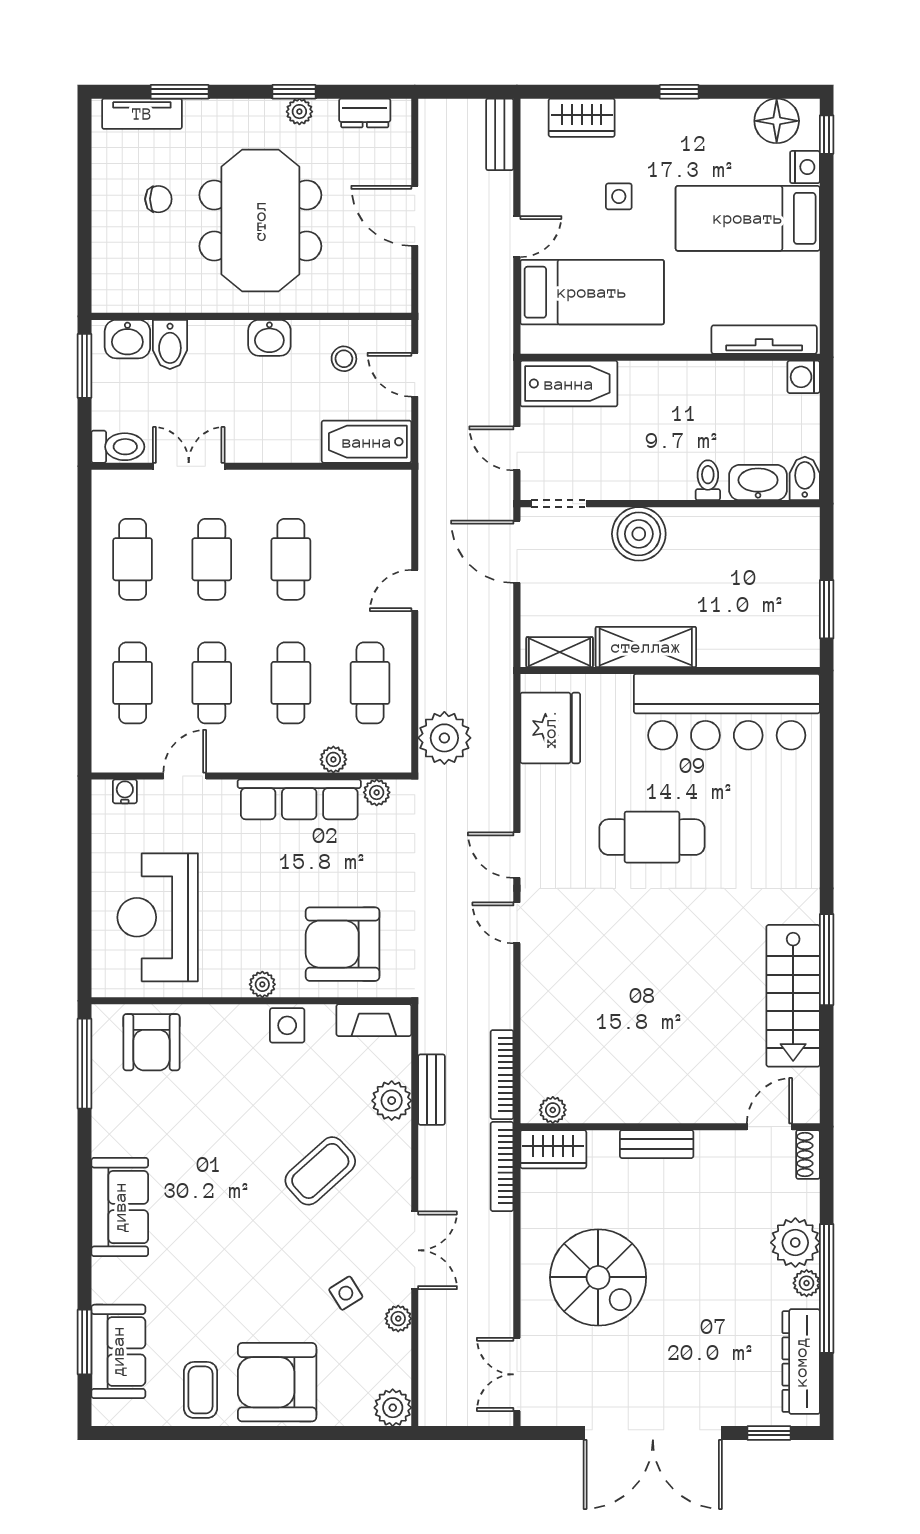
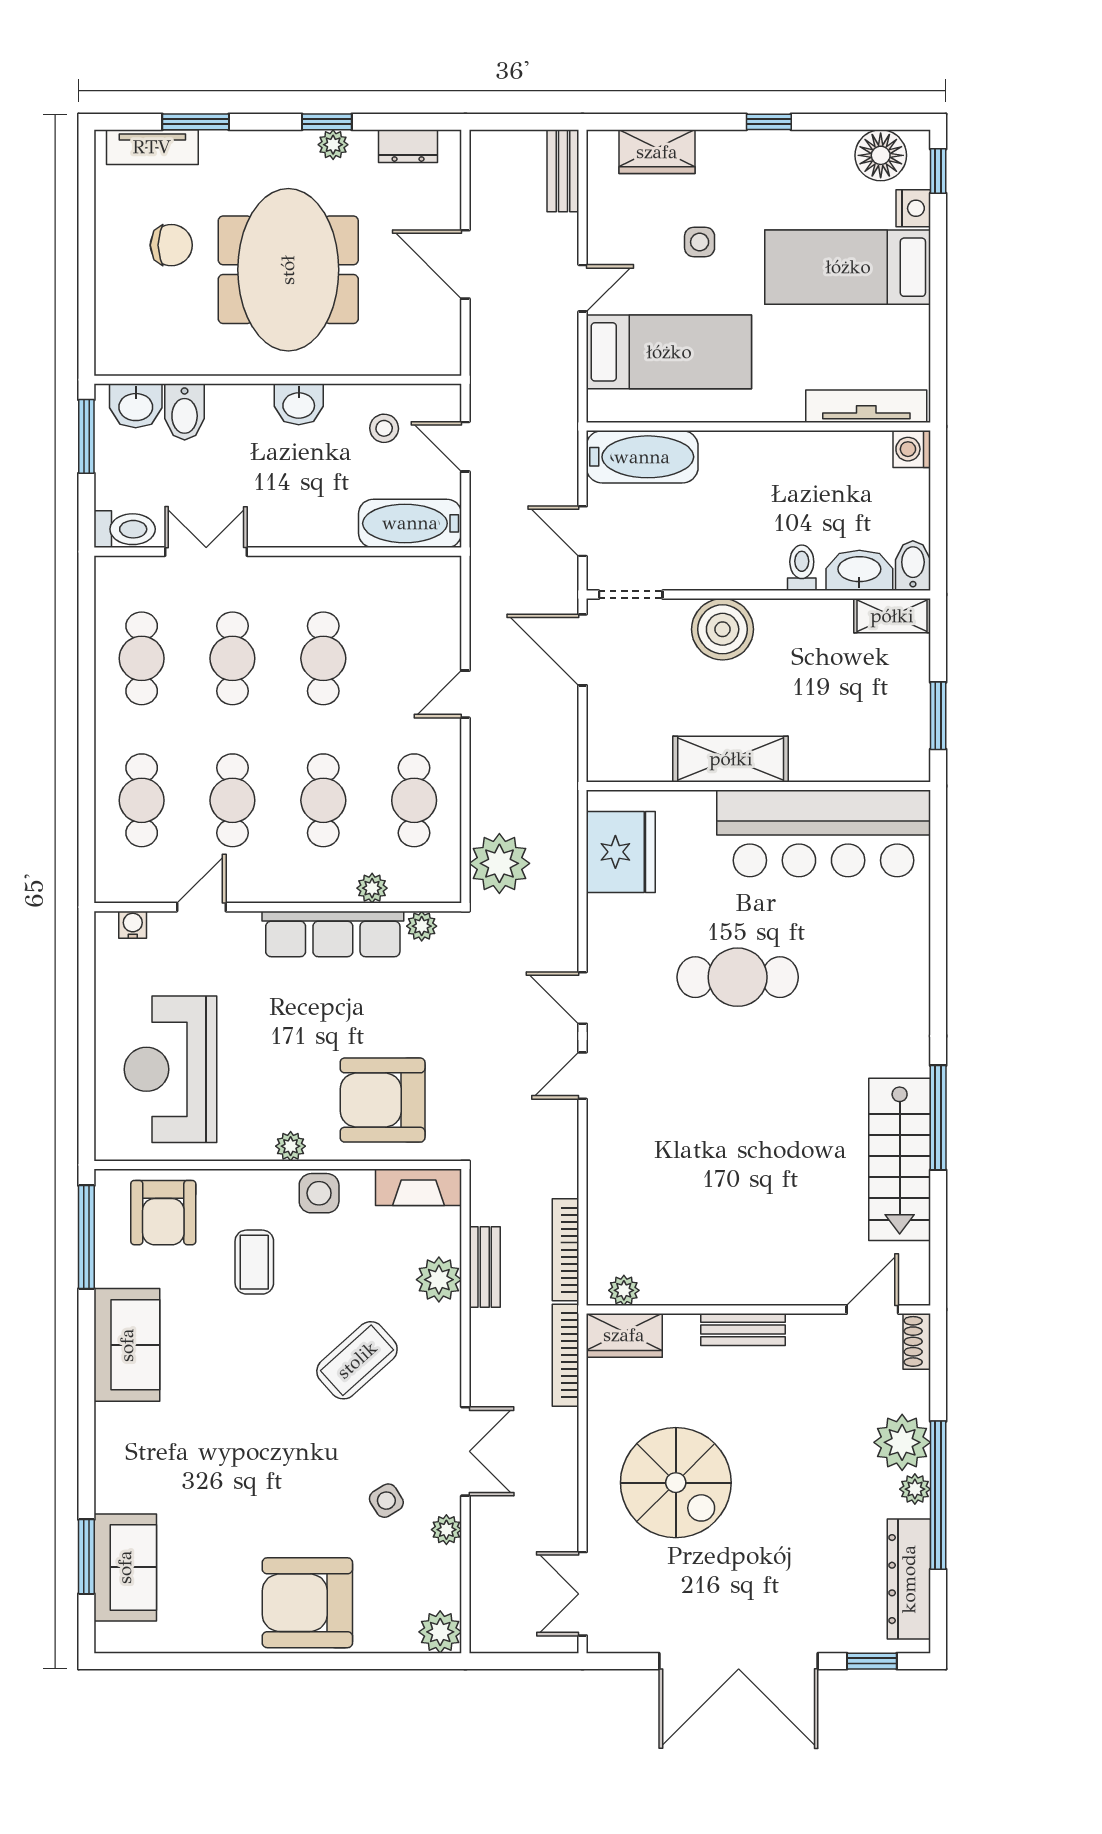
chair: (158, 199) -> (171, 245), width x1.37, depth x1.37
shelving: (560, 652) -> (892, 616), moved
door: (517, 923) -> (583, 1076), hinge flipped
sofa: (120, 1207) -> (127, 1345), moved
coffee table: (201, 1390) -> (254, 1262), moved

